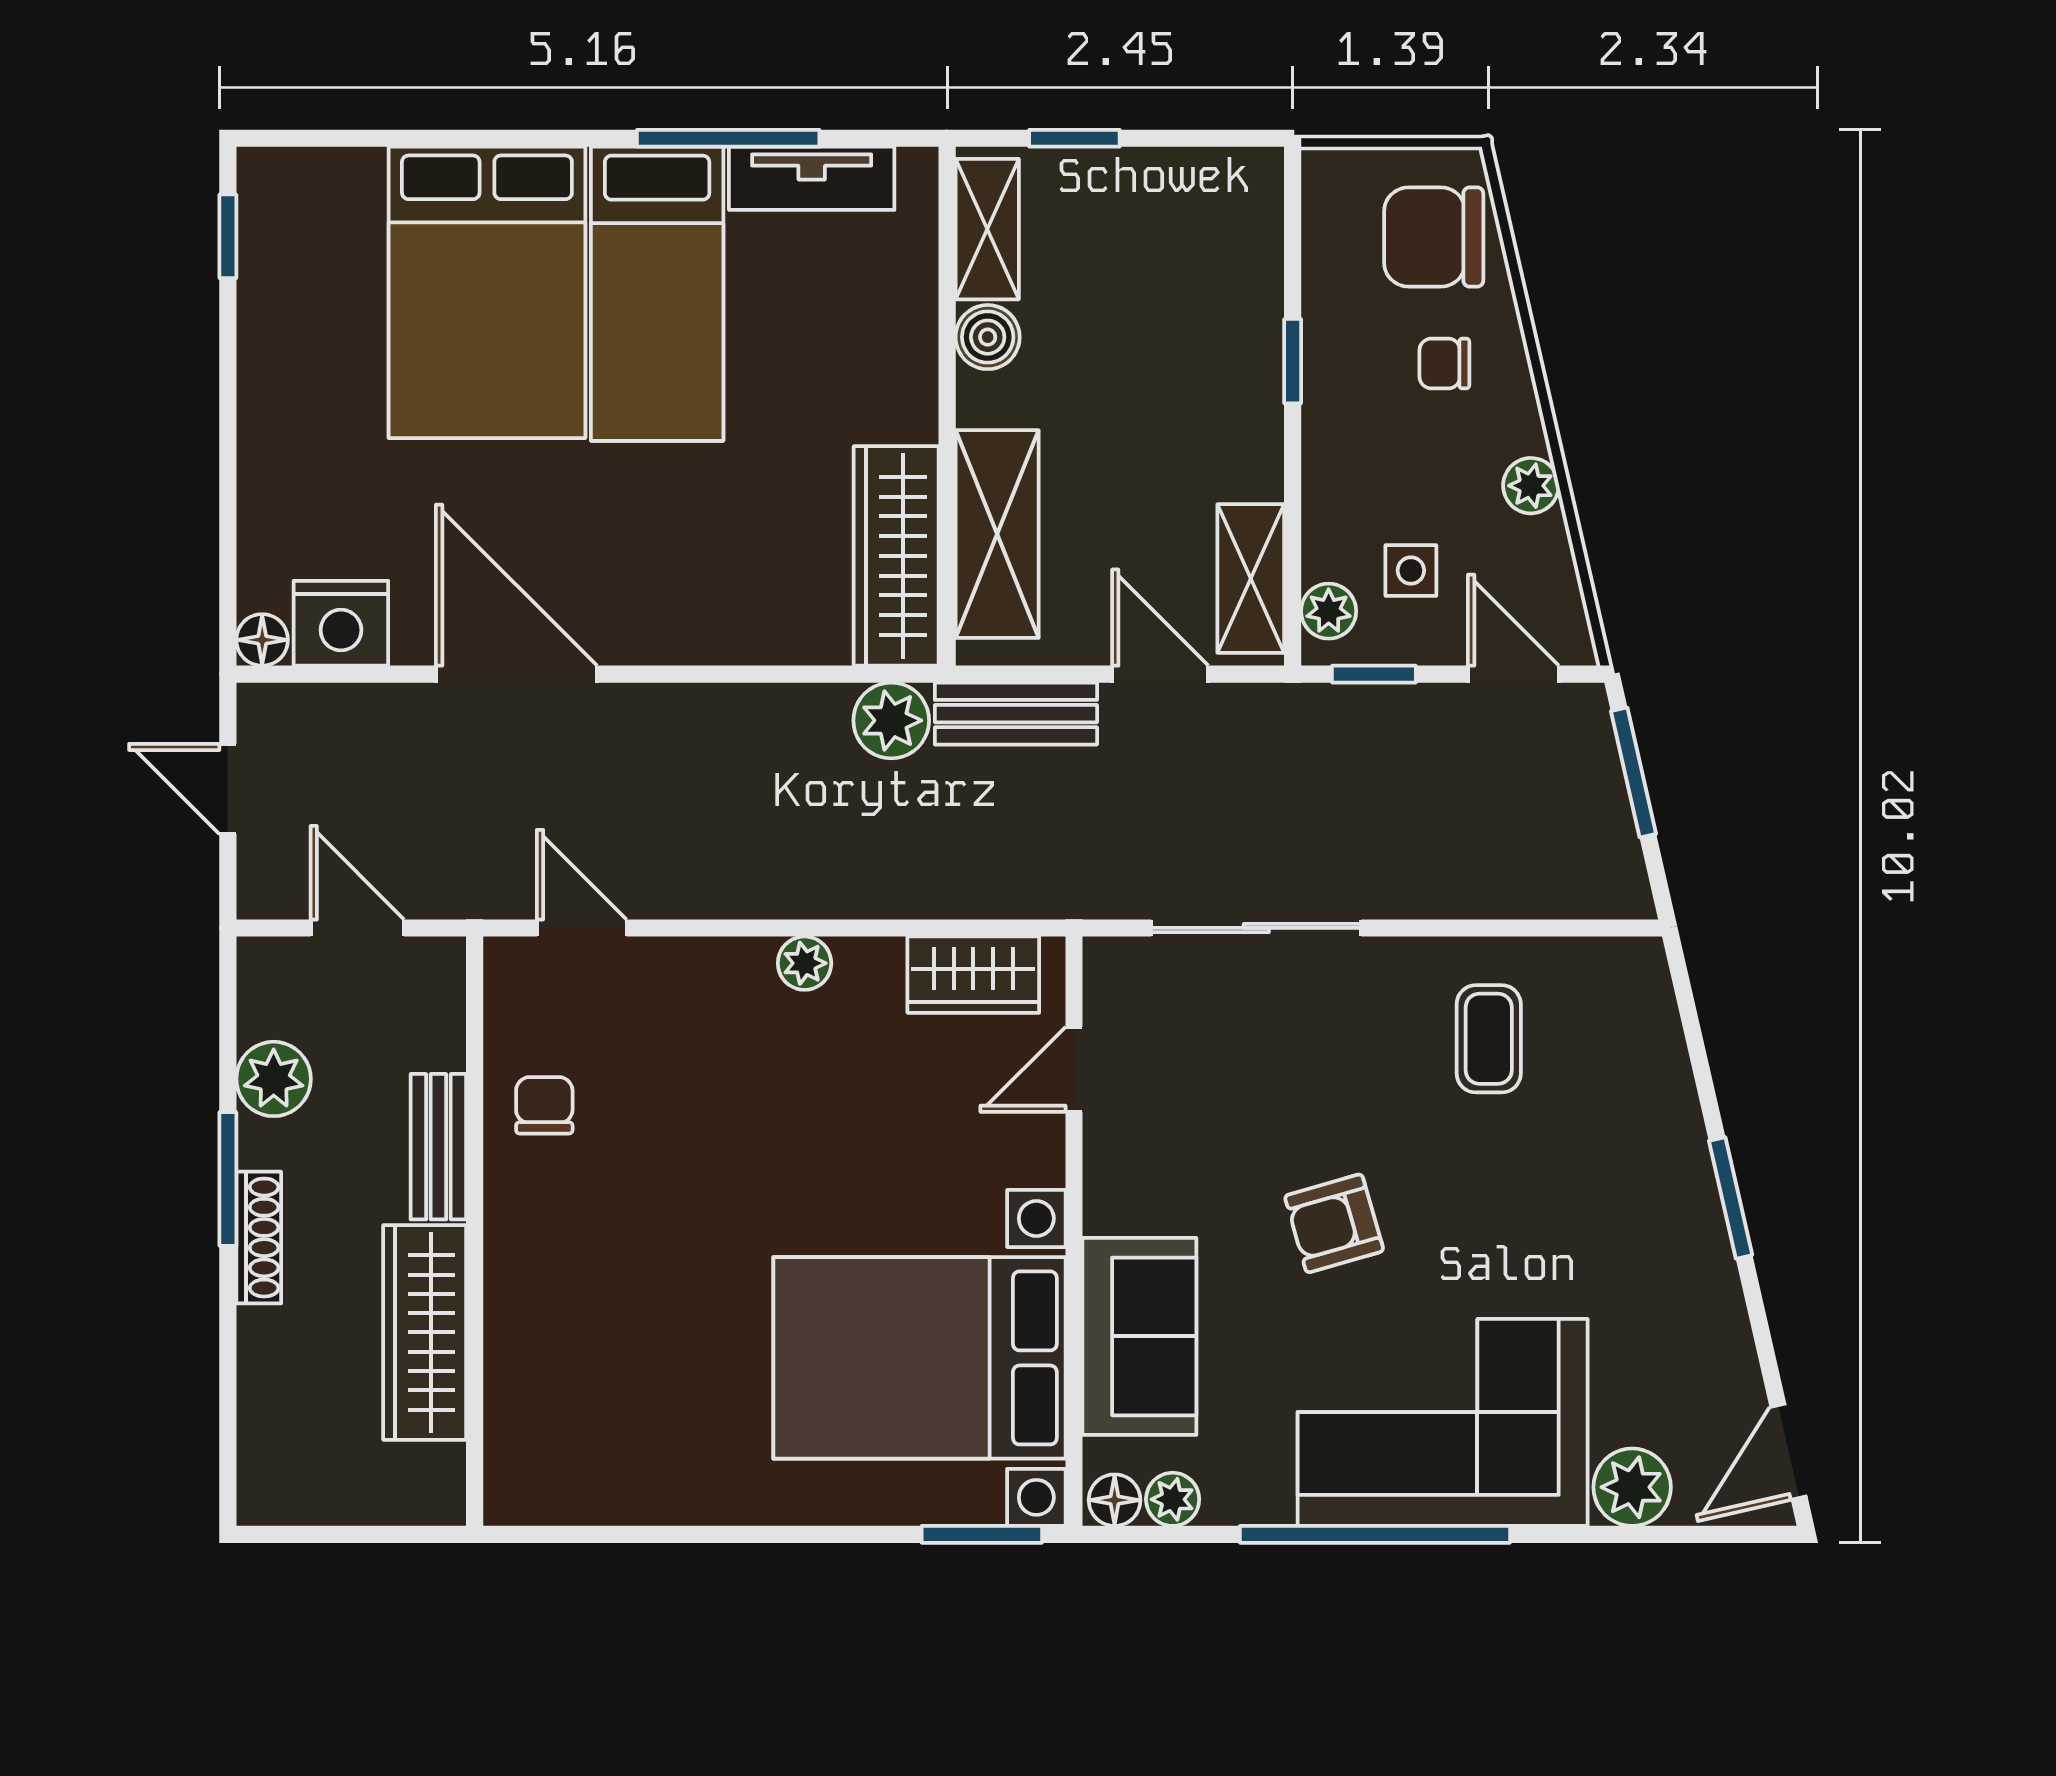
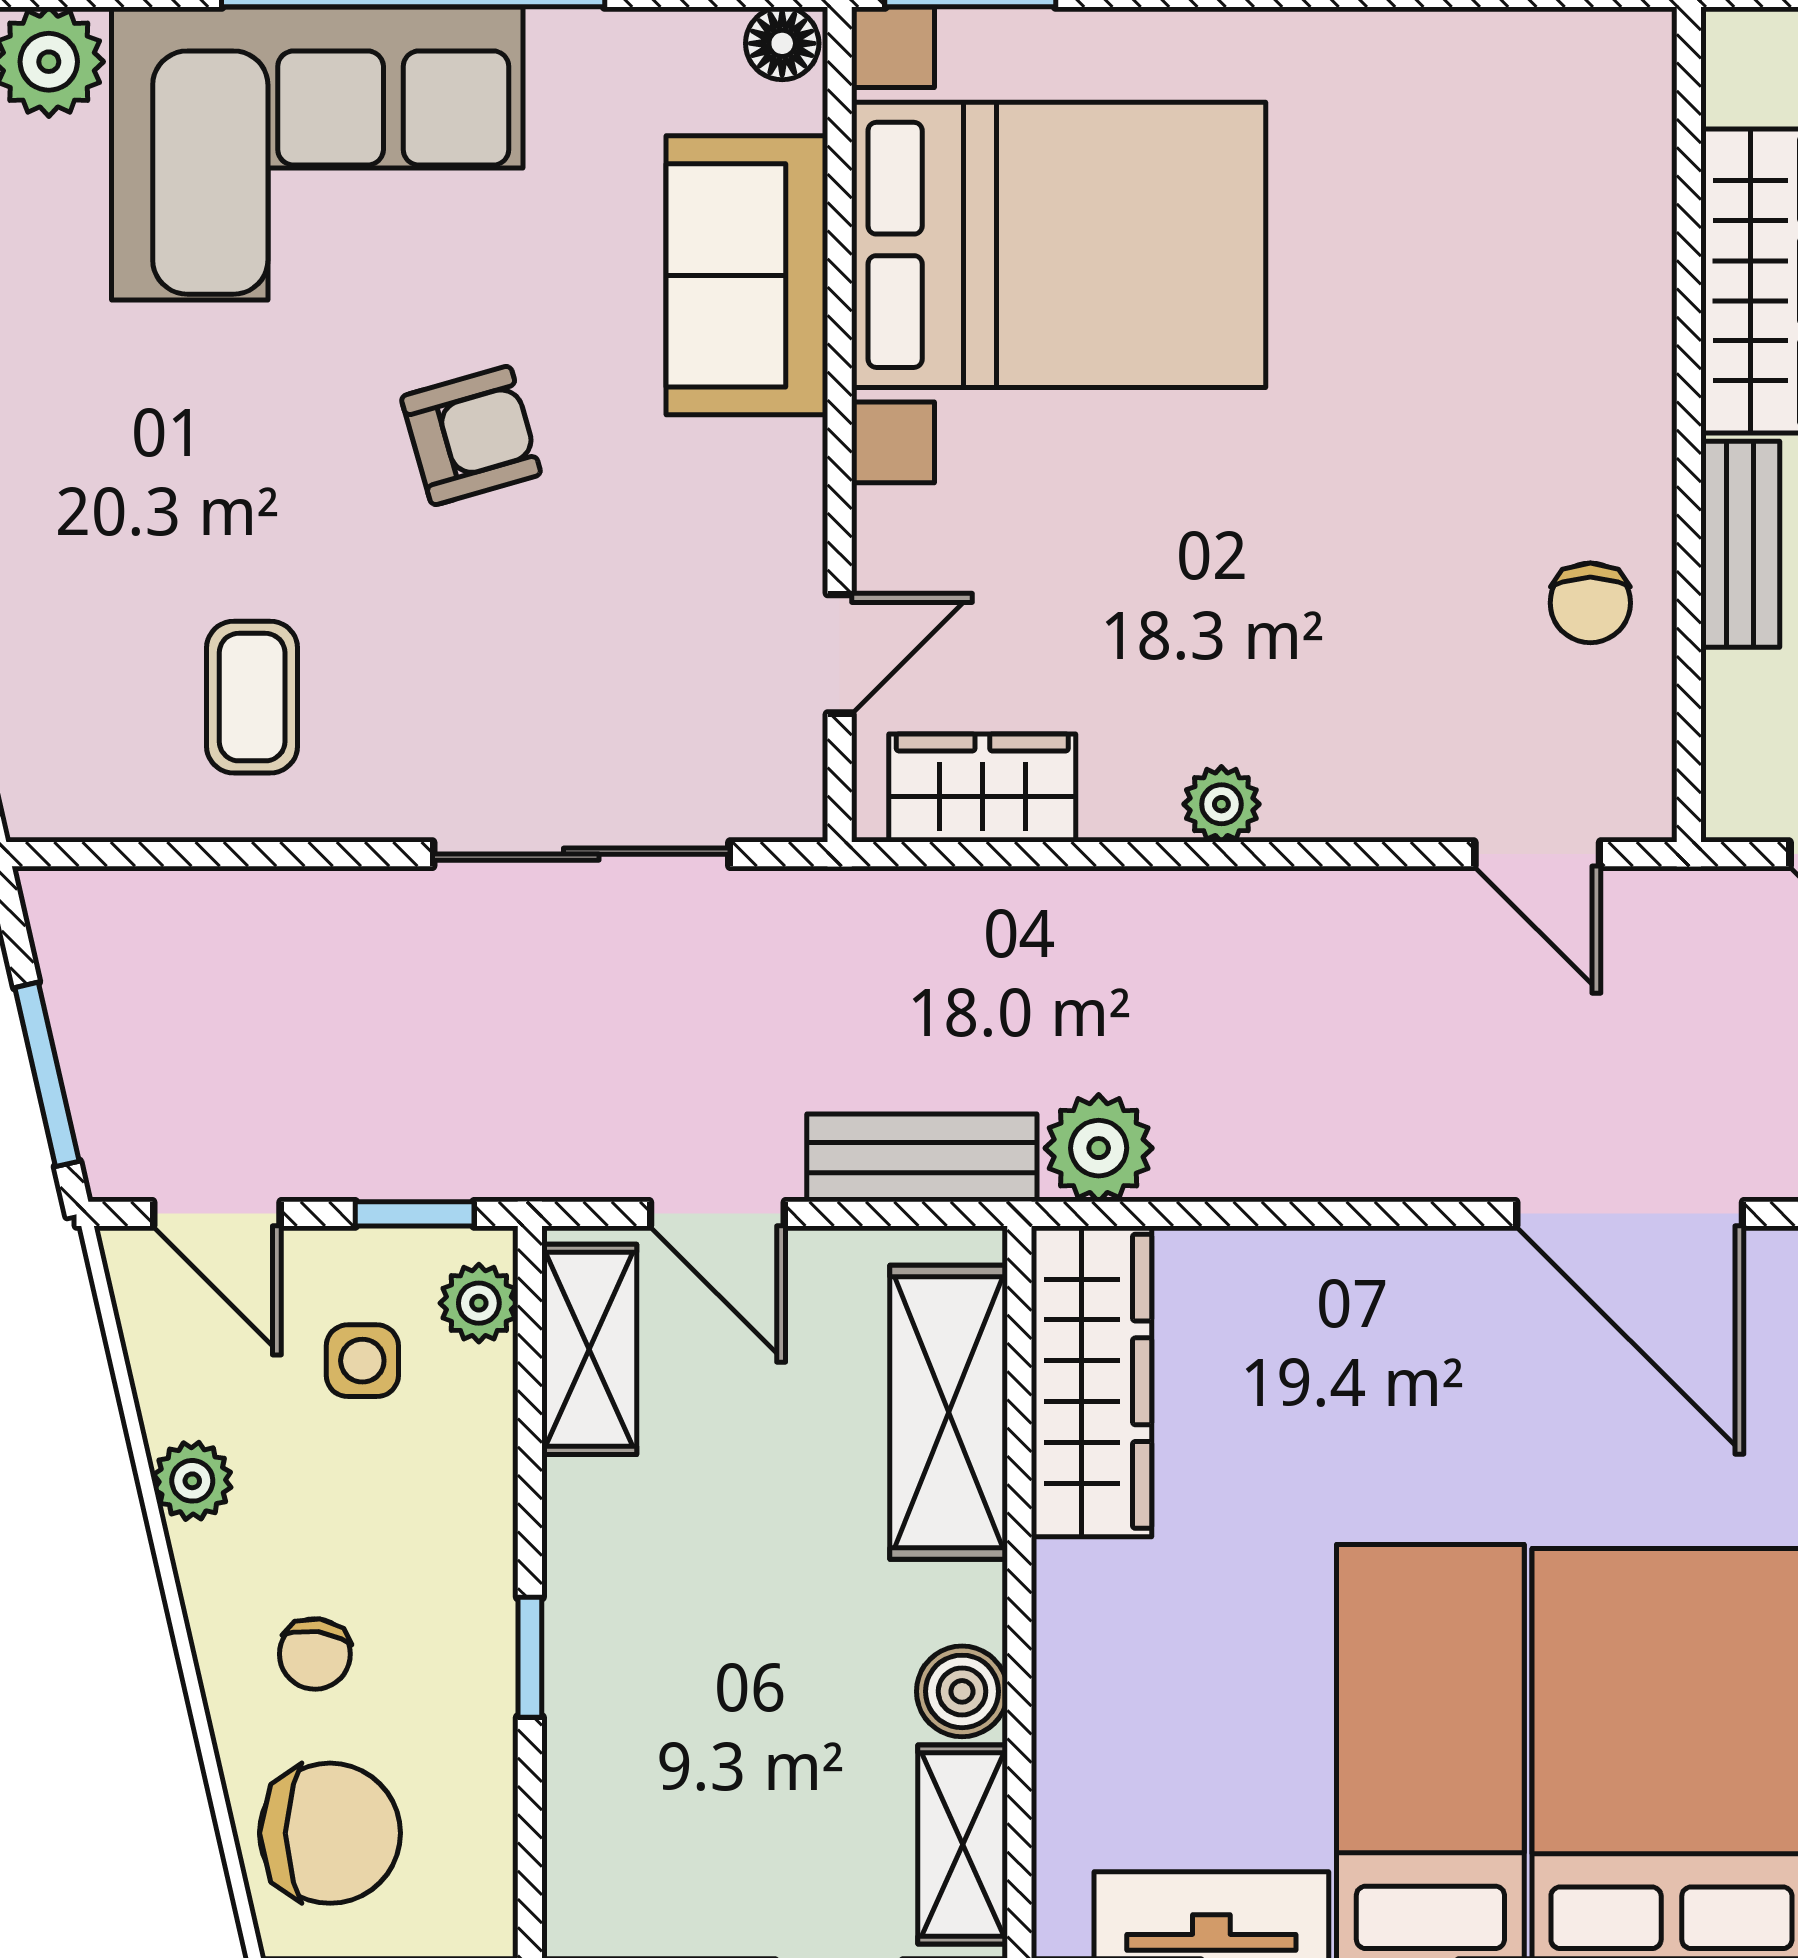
chair: (1444, 363) -> (315, 1654), turned 98
plant: (1173, 1499) -> (700, 45), removed

